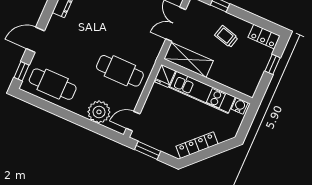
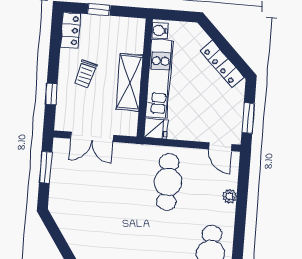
shelving: (188, 60) -> (130, 82), moved
plant: (99, 112) -> (229, 196), width x0.53, depth x0.53

